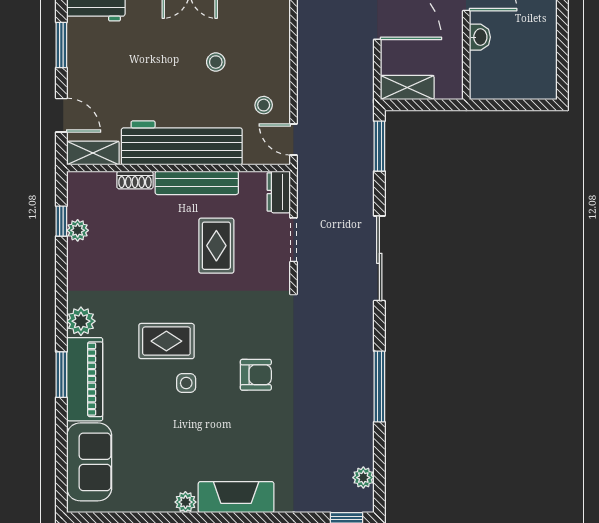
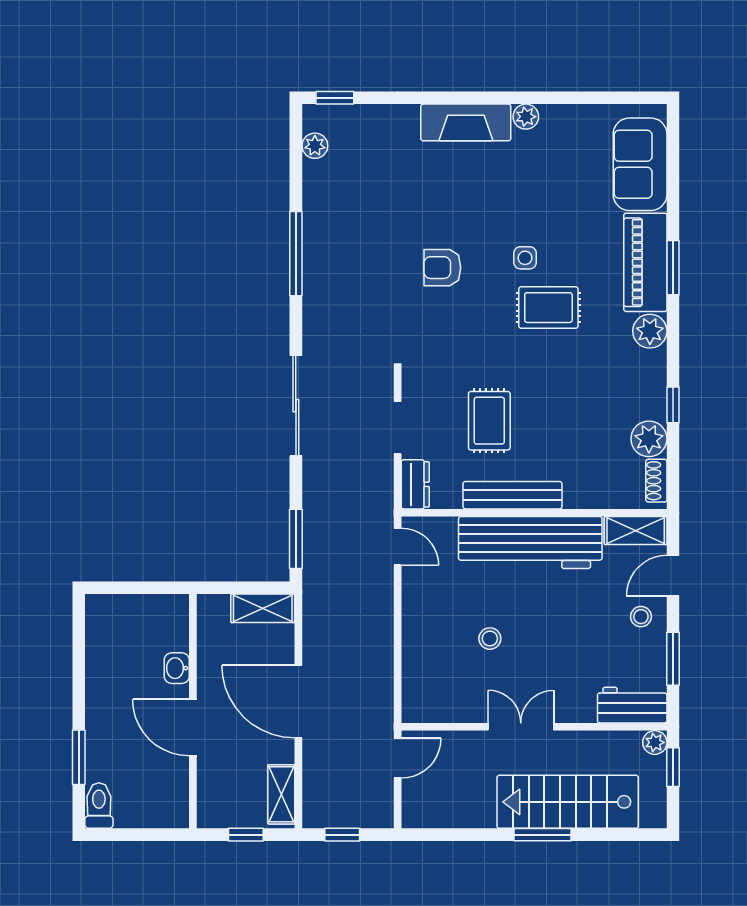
stool: (264, 105) -> (641, 617), moved
door: (61, 115) -> (673, 576), hinge flipped
shoe rack: (135, 180) -> (656, 481), moved, turned -90
window: (61, 221) -> (673, 405), moved
plant: (78, 230) -> (649, 439), width x1.38, depth x1.38

